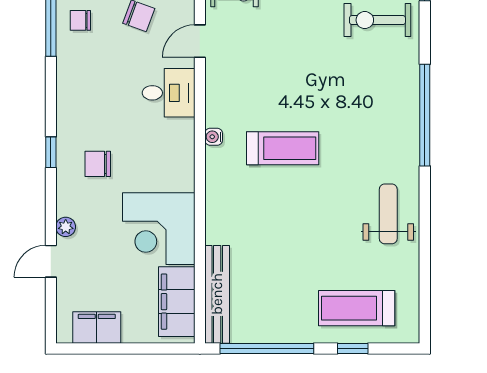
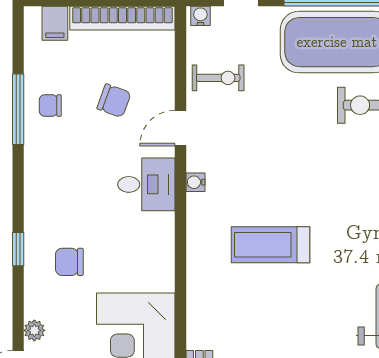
water cooler: (214, 137) -> (195, 182), moved
treadmill: (283, 148) -> (271, 245), turned 180

